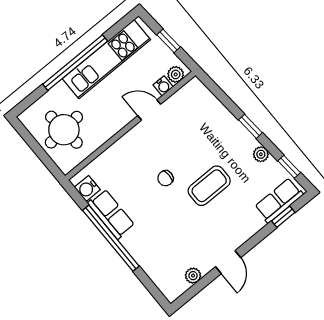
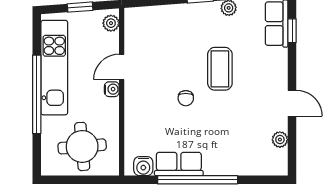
water cooler: (163, 86) -> (112, 89), moved

